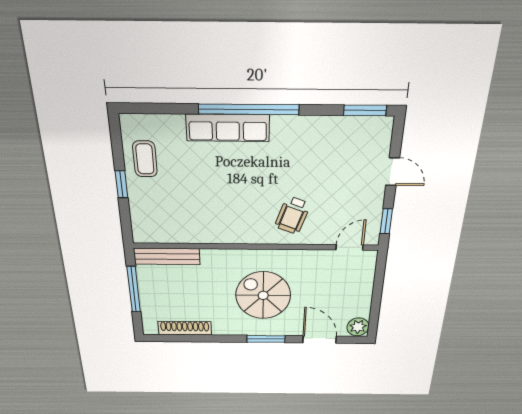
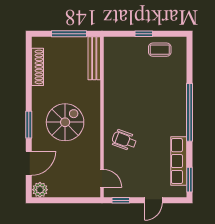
row of seats: (228, 128) -> (179, 161), moved

